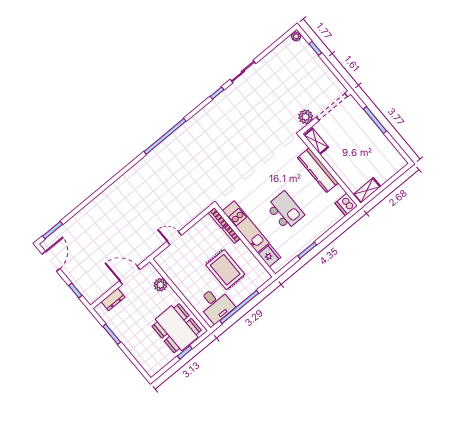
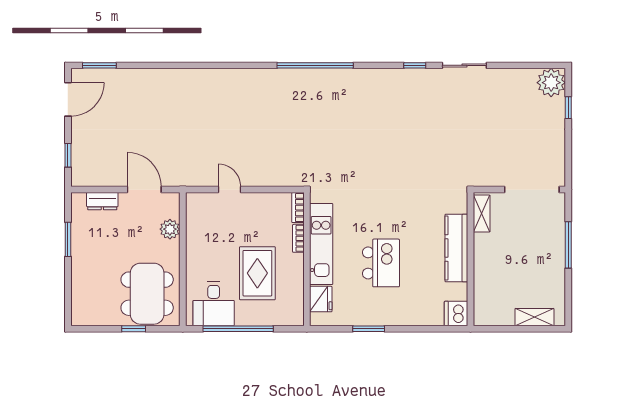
plant: (296, 36) -> (551, 83), width x1.87, depth x1.87
plant: (306, 117) -> (493, 176), removed
shelving: (367, 190) -> (534, 317), moved

